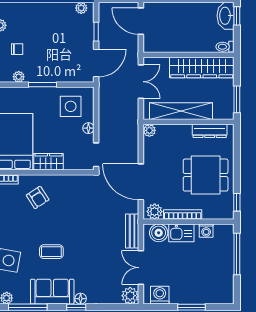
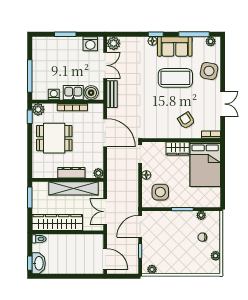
dresser: (210, 131) -> (71, 173), moved
plant: (155, 212) -> (38, 109), moved
coffee table: (51, 252) -> (175, 78), width x1.86, depth x1.72

